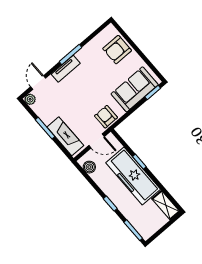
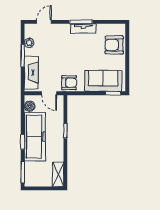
tv unit: (66, 69) -> (83, 28), moved
plant: (30, 99) -> (29, 43), moved
armchair: (106, 117) -> (69, 83), turned 90
freezer: (133, 176) -> (35, 137), moved, turned 180

